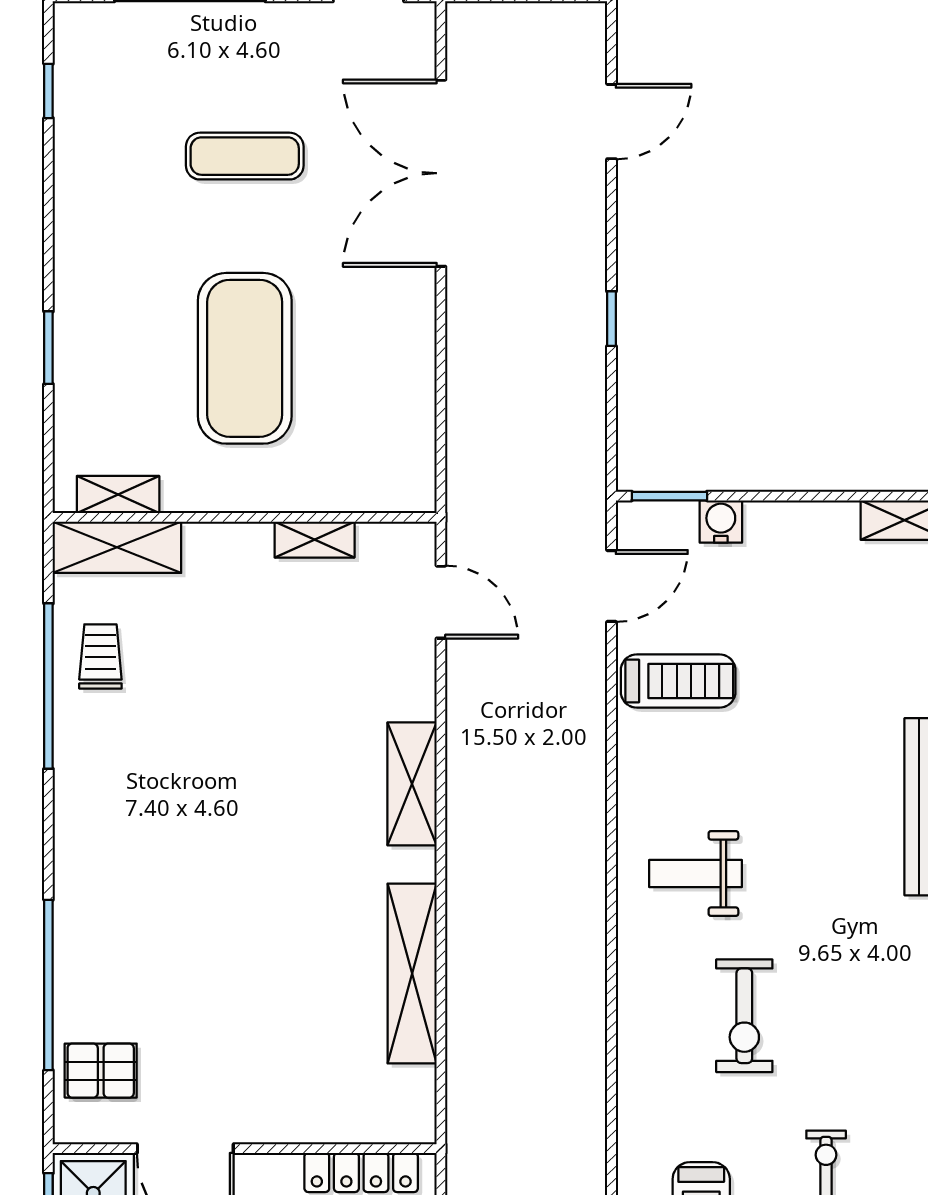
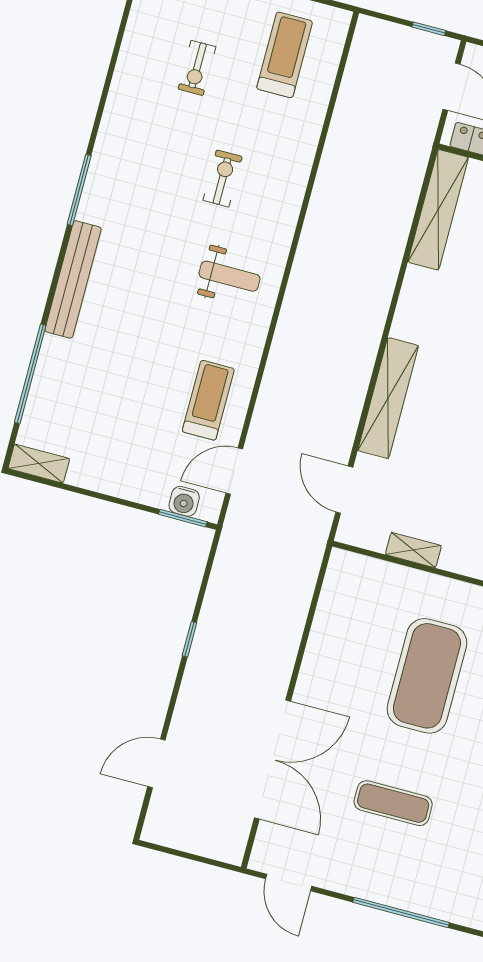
water cooler: (721, 521) -> (184, 501), moved
treadmill: (678, 681) -> (208, 400), turned 90
shelving: (412, 784) -> (388, 398), width x1.47
shelving: (412, 973) -> (438, 210), moved
exercise bike: (744, 1016) -> (223, 178), width x0.73, depth x0.72

